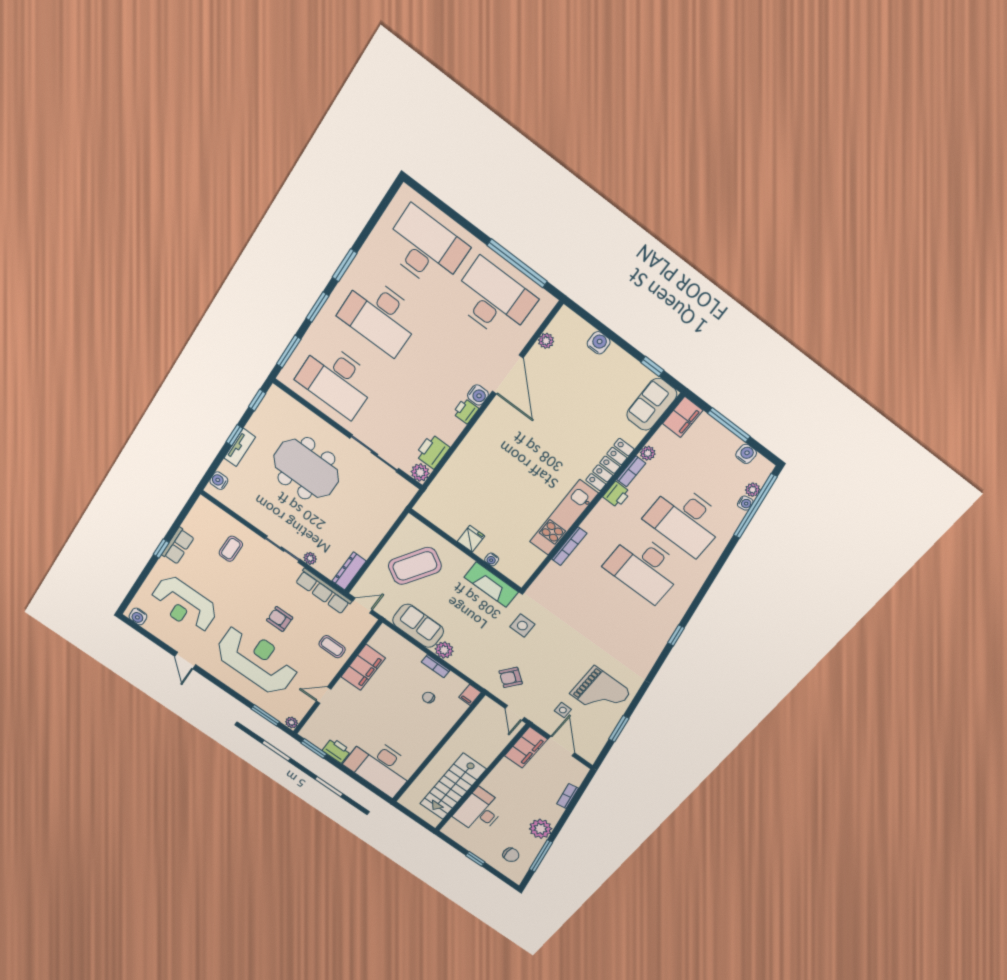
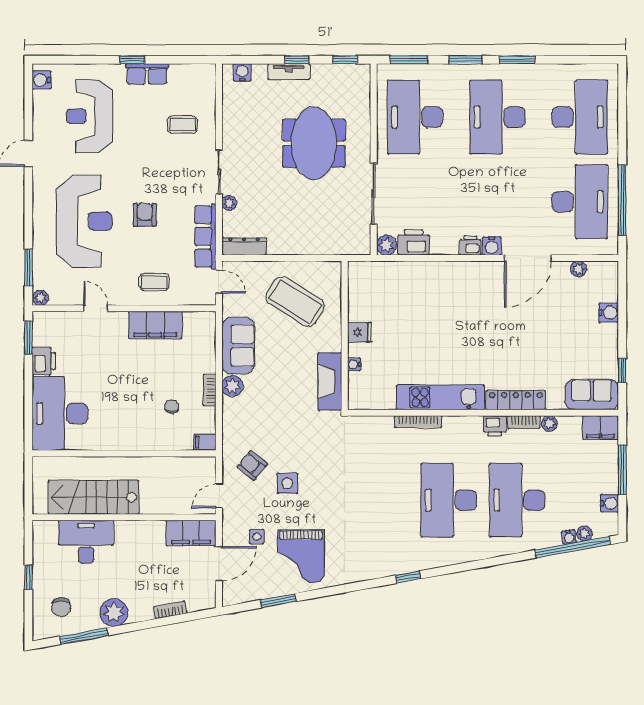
side table: (522, 626) -> (287, 483), moved
coffee table: (332, 647) -> (154, 282), turned 90

